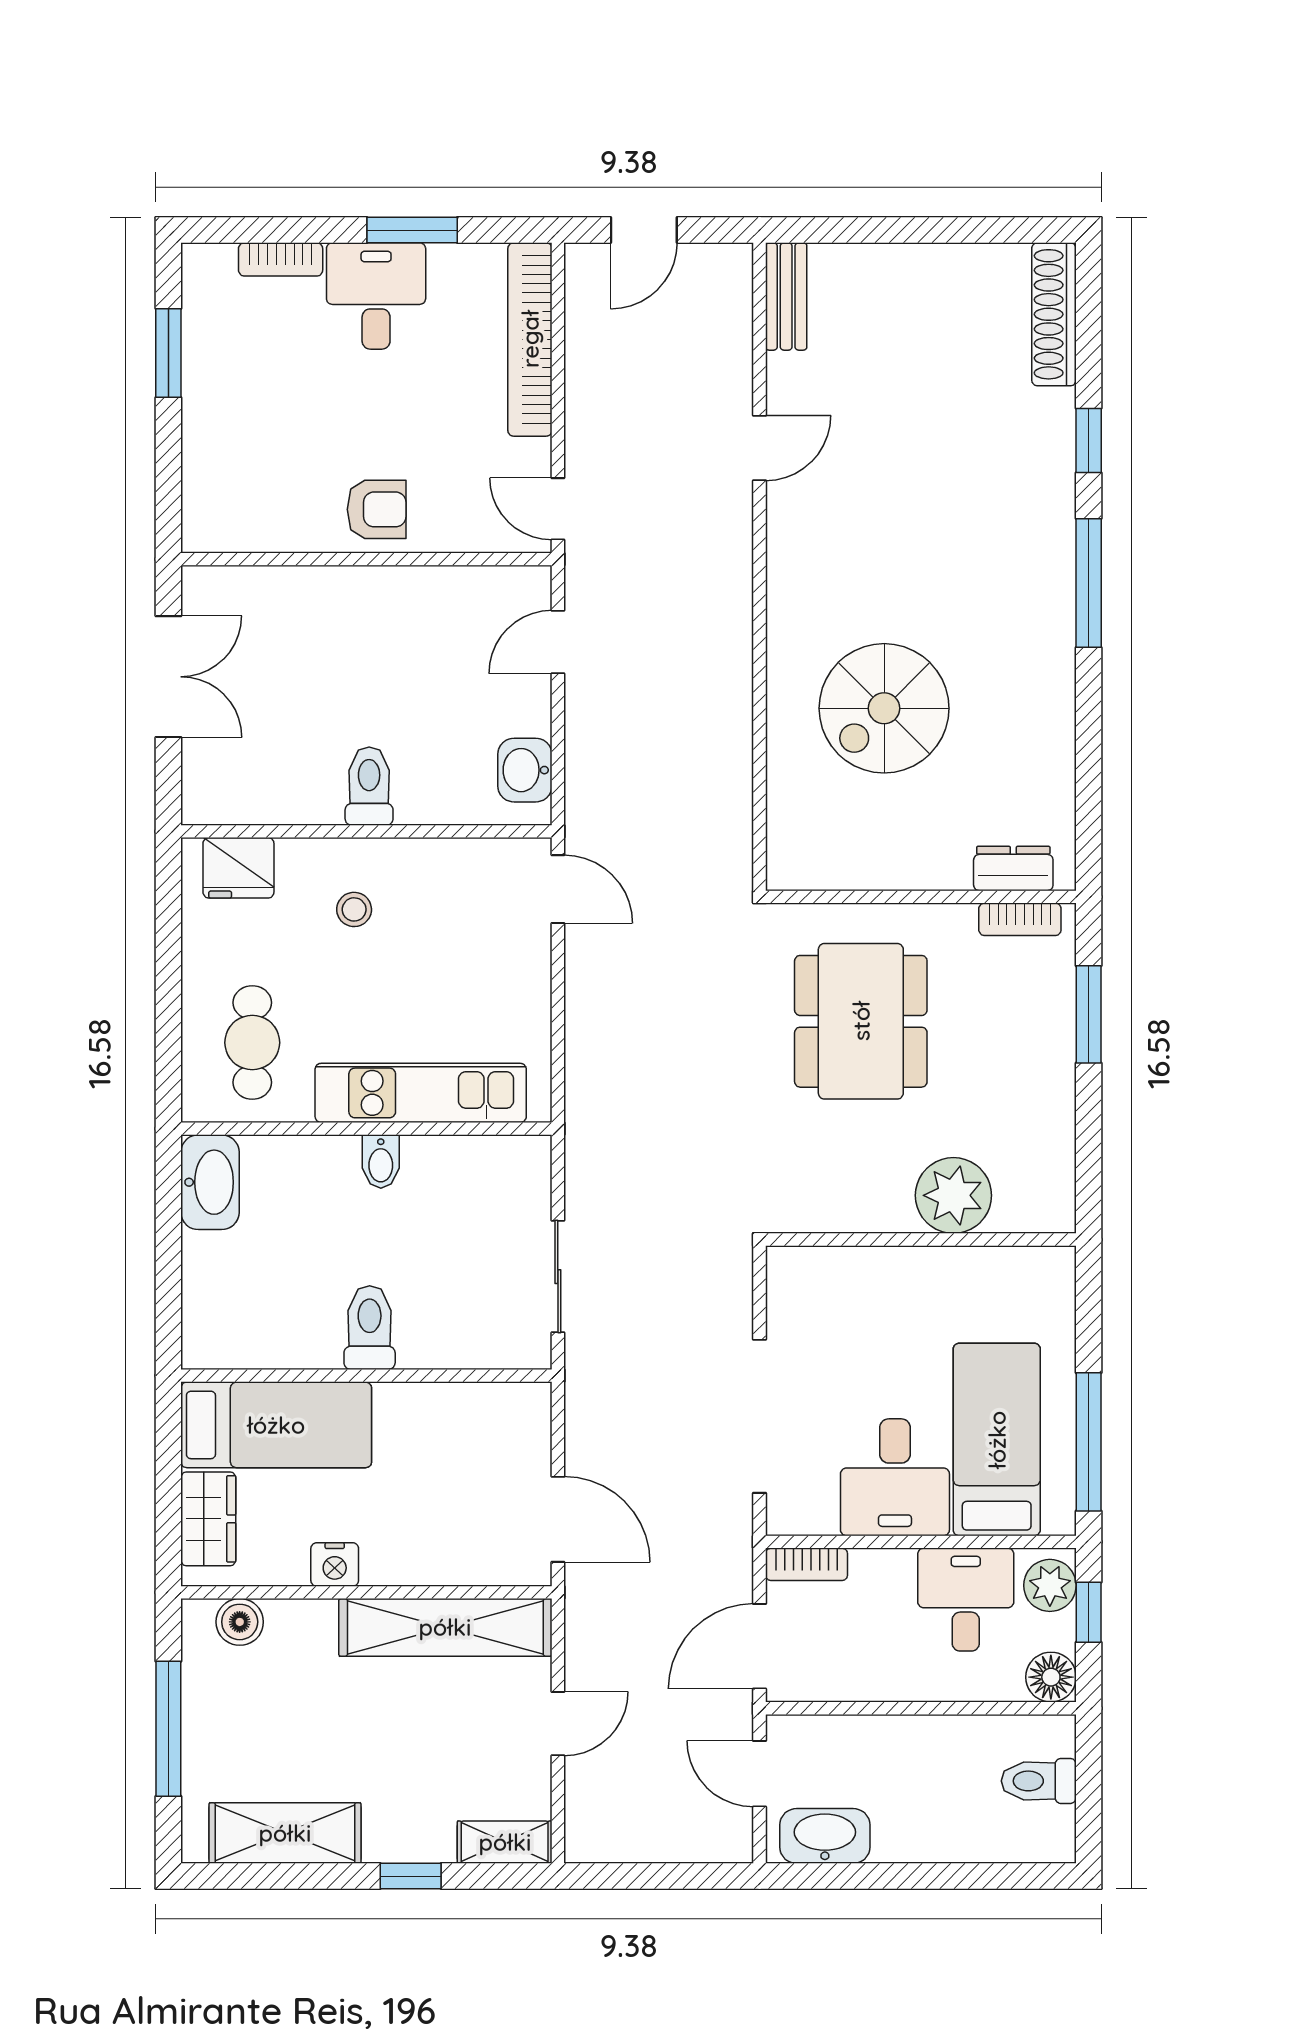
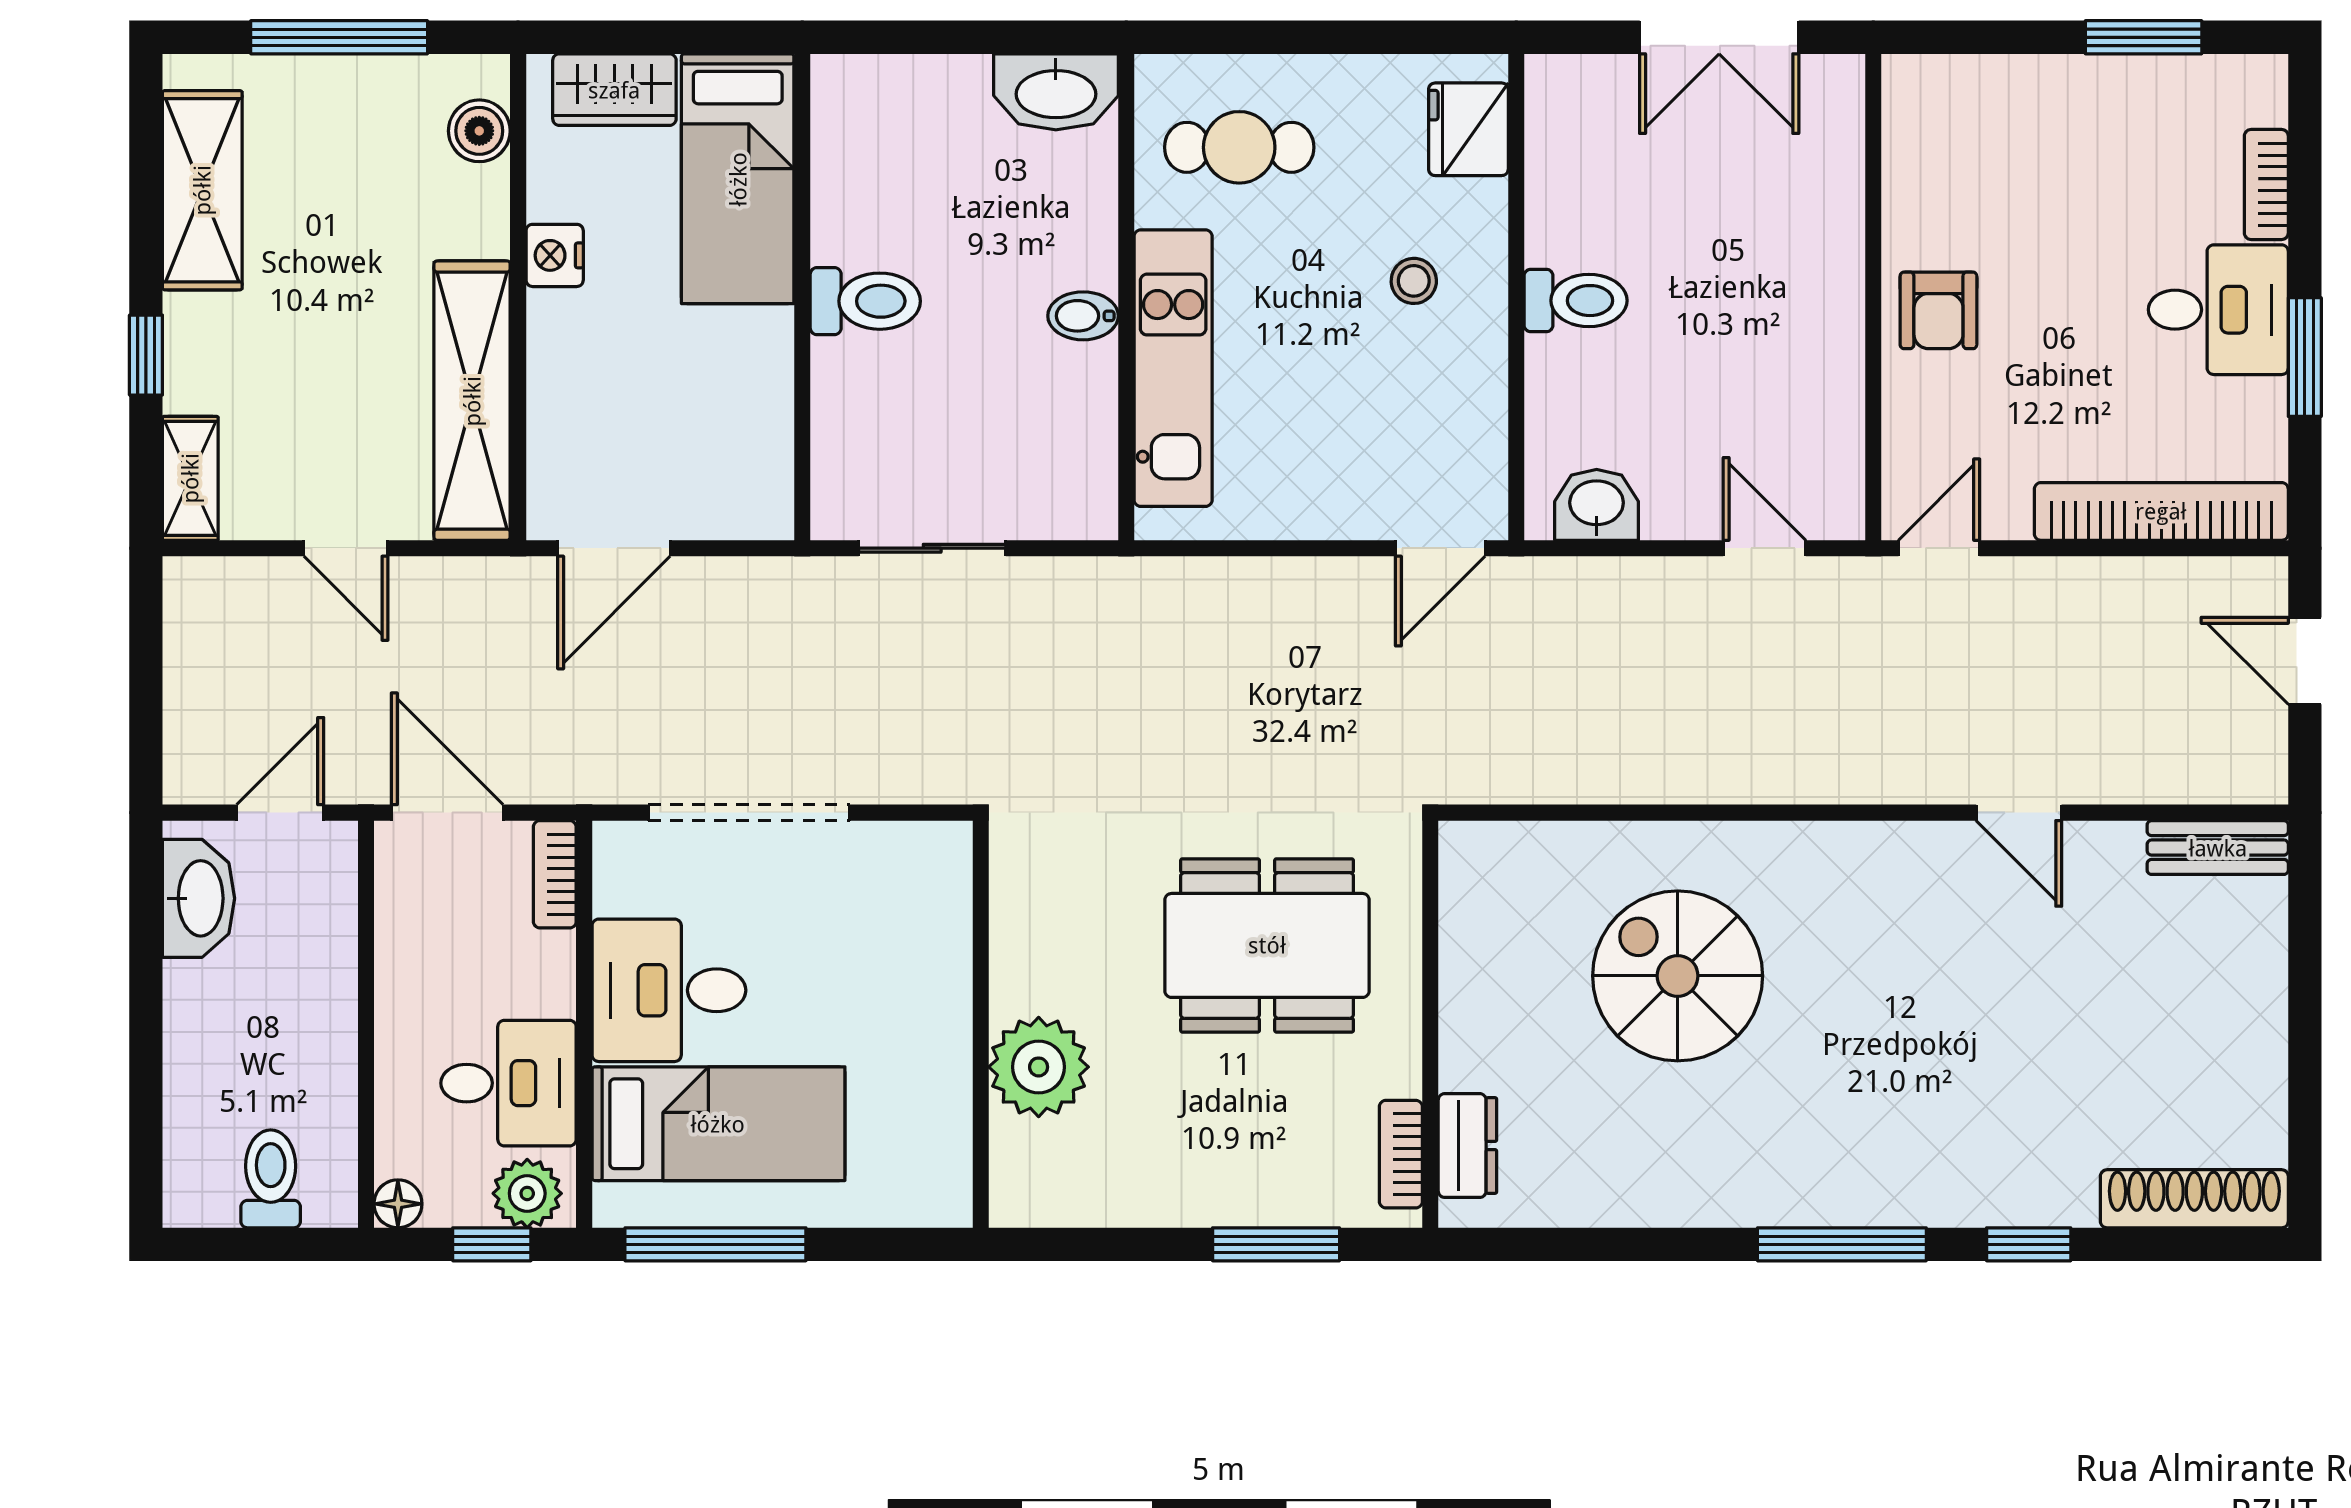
floor lamp: (1051, 1677) -> (398, 1204), width x0.73, depth x0.73

